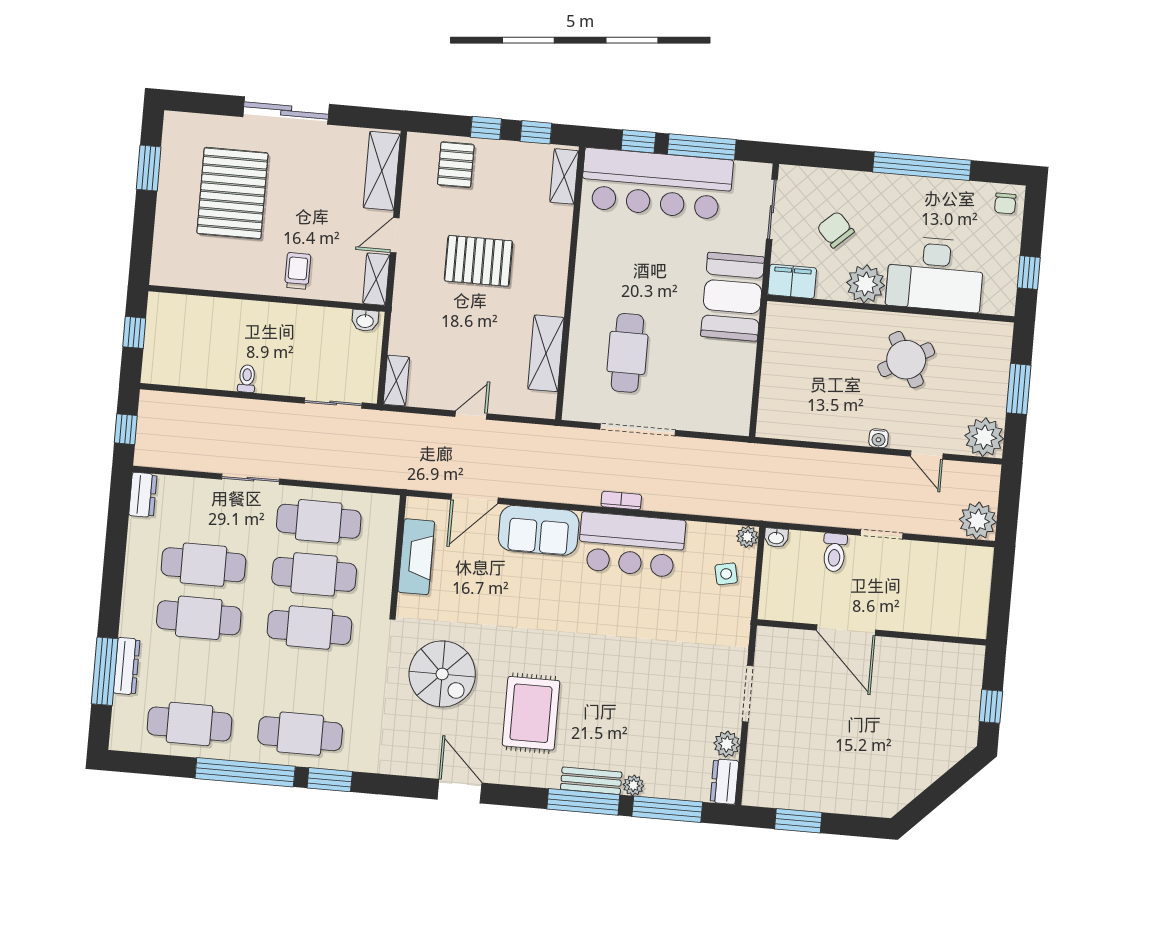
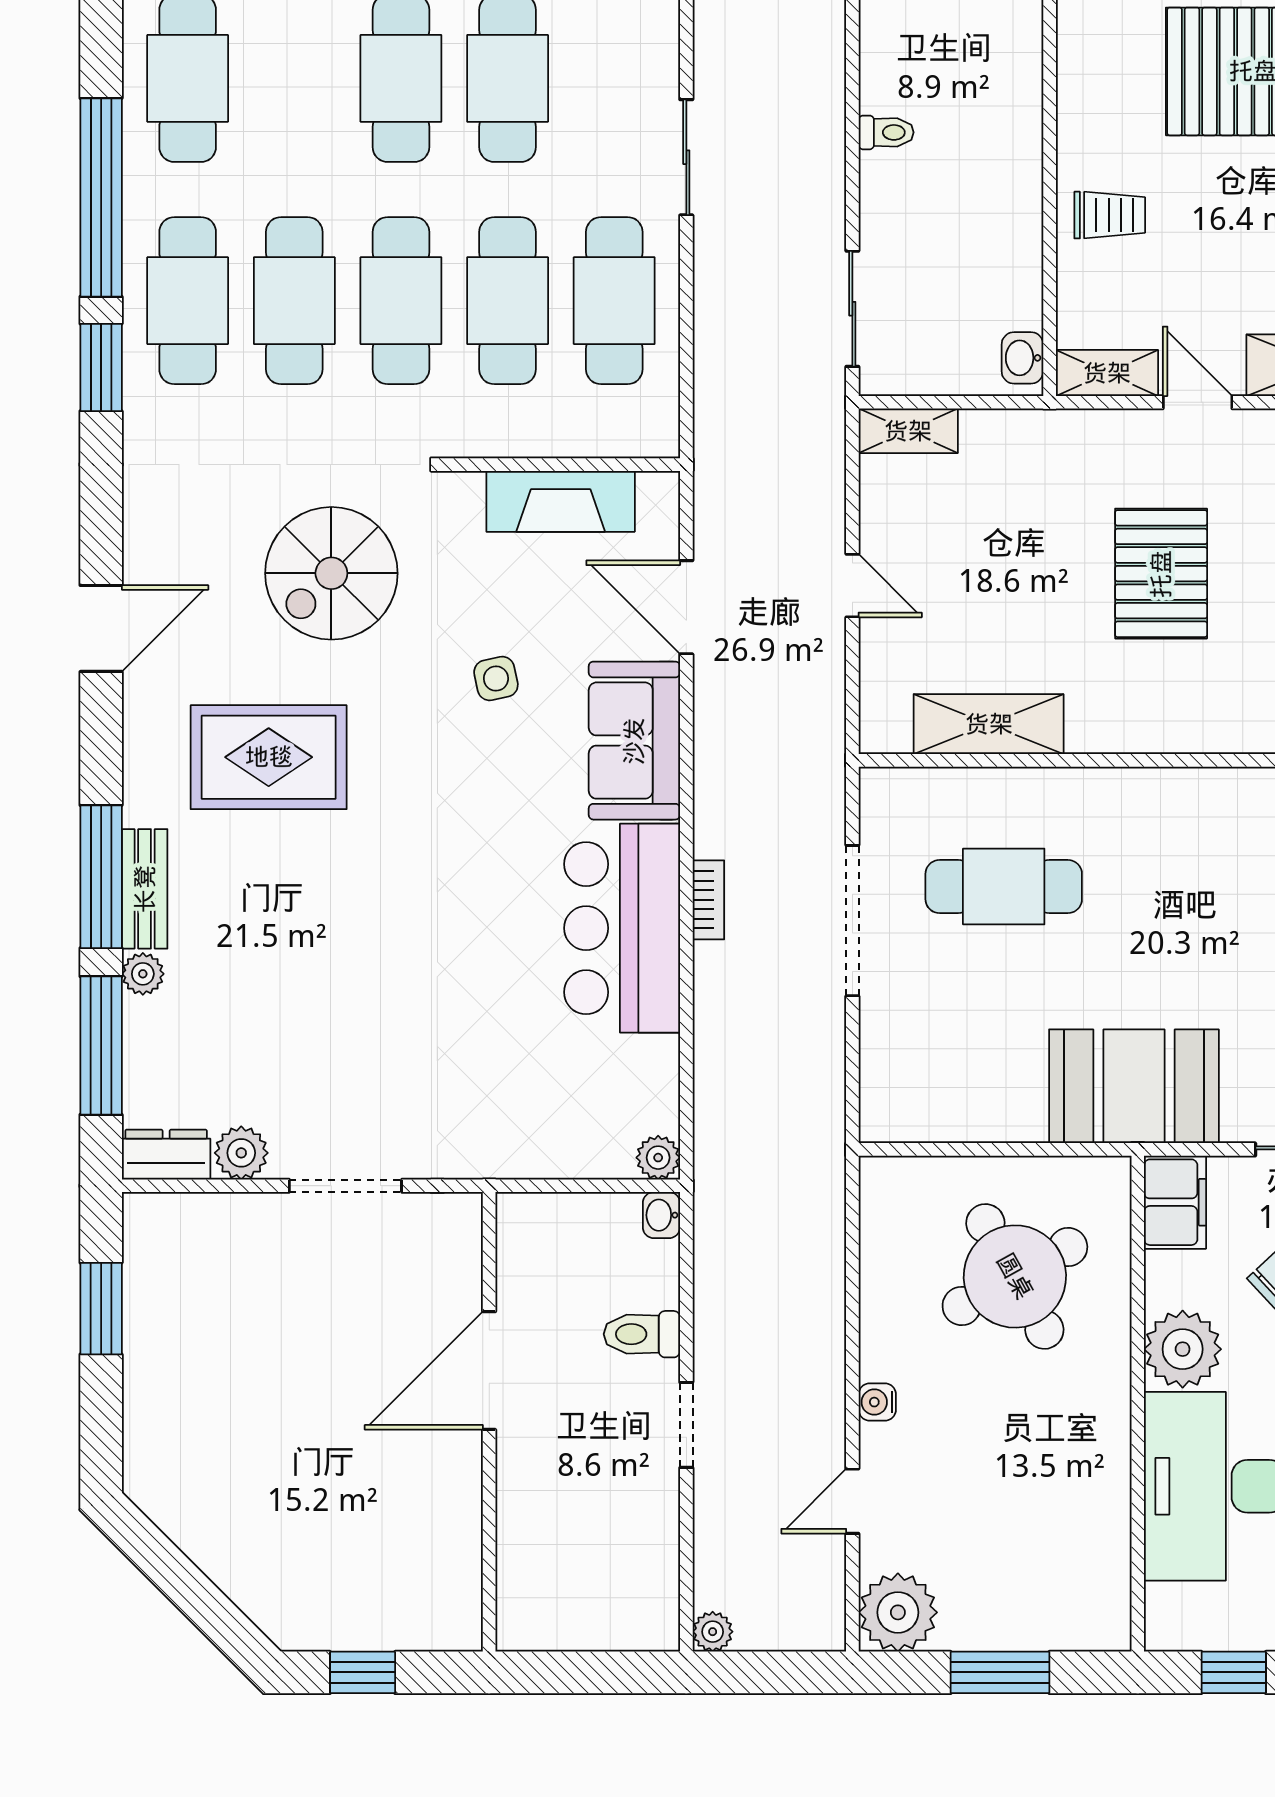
round table: (906, 360) -> (1015, 1276), moved, width x1.36, depth x1.36
plant: (978, 521) -> (713, 1632), width x0.53, depth x0.53
side table: (726, 574) -> (496, 679), moved
cafe table: (305, 681) -> (294, 301), added

